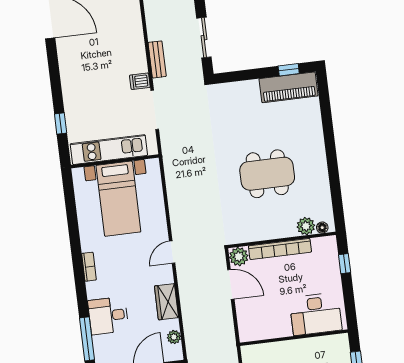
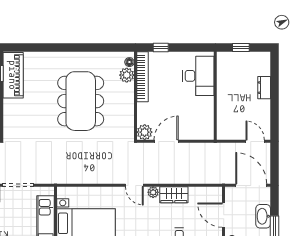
dining table: (267, 174) -> (81, 101), width x1.36, depth x1.24
bookcase: (280, 249) -> (142, 77), moved
plant: (174, 337) -> (153, 192), moved

